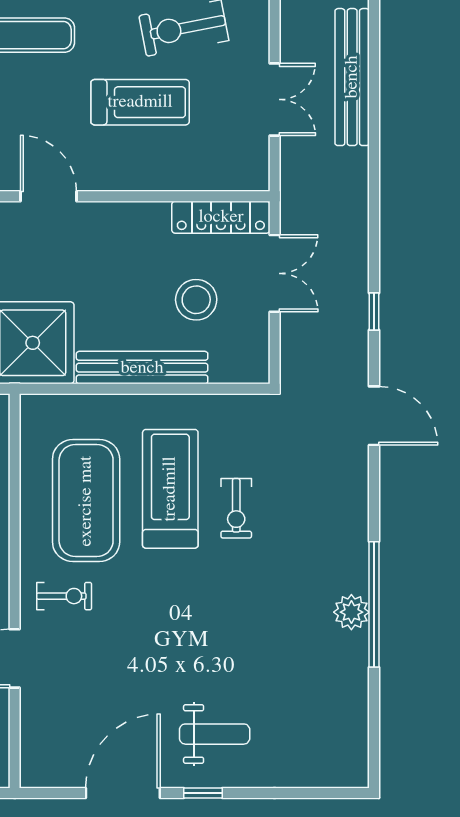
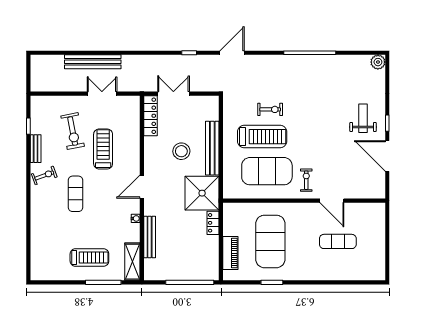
stool: (196, 300) -> (181, 151), moved
treadmill: (170, 489) -> (262, 137), turned 180
plant: (351, 612) -> (378, 62), moved

